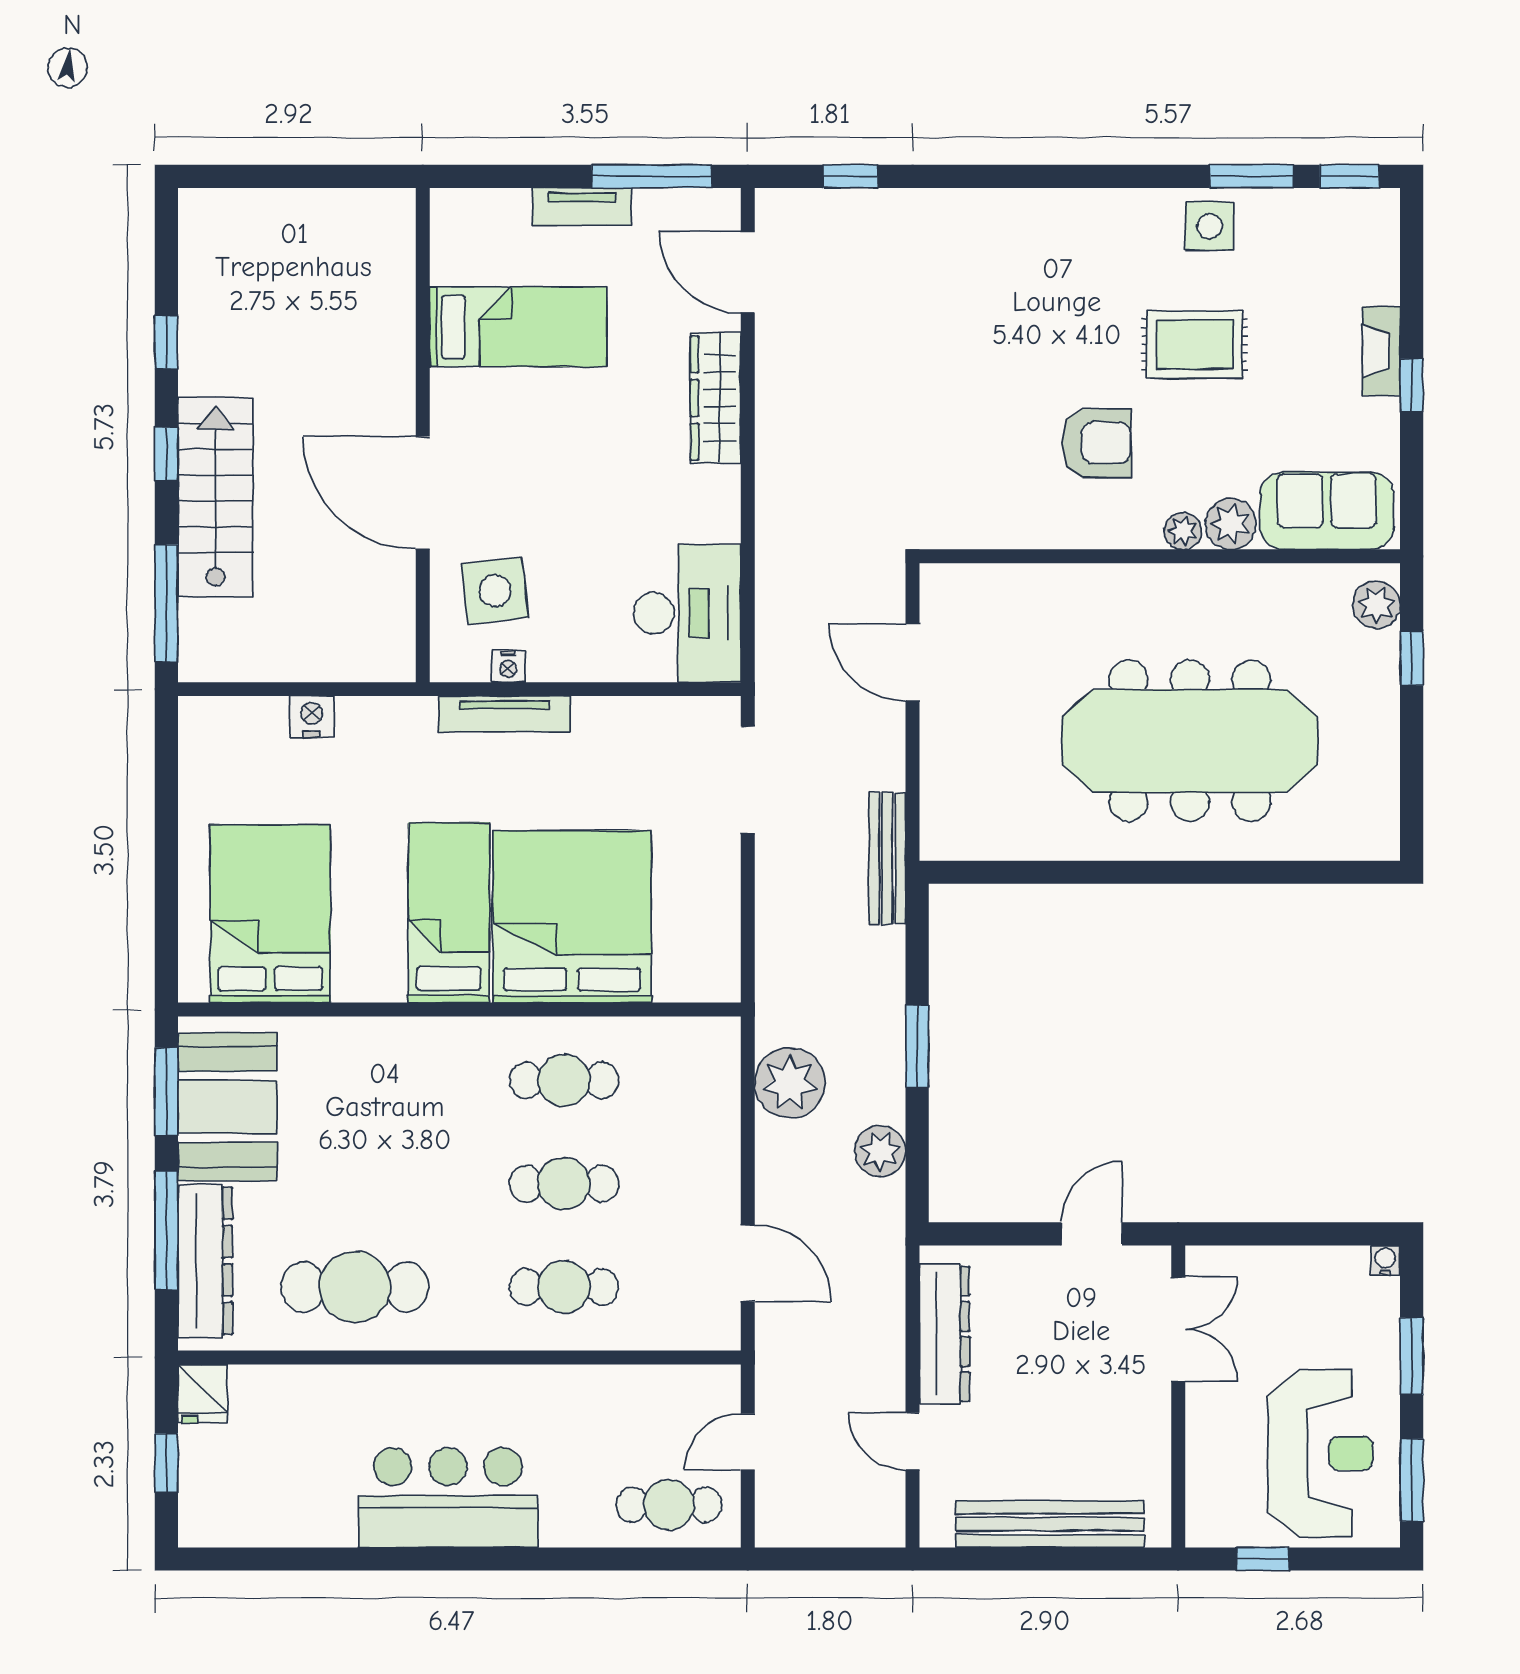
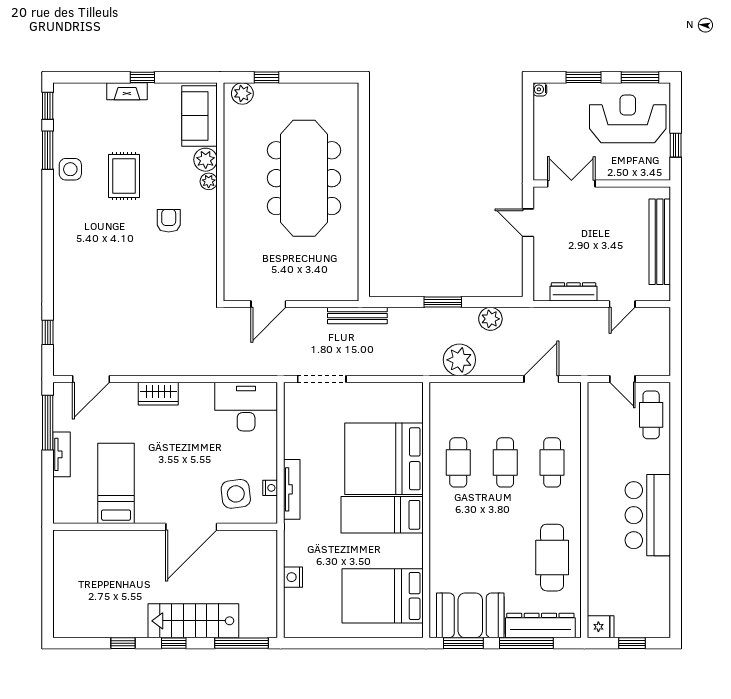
wardrobe: (716, 398) -> (158, 394), width x0.67
armchair: (1096, 443) -> (169, 221), width x0.72, depth x0.72
dresser: (945, 1334) -> (573, 292), width x0.73, depth x0.80

